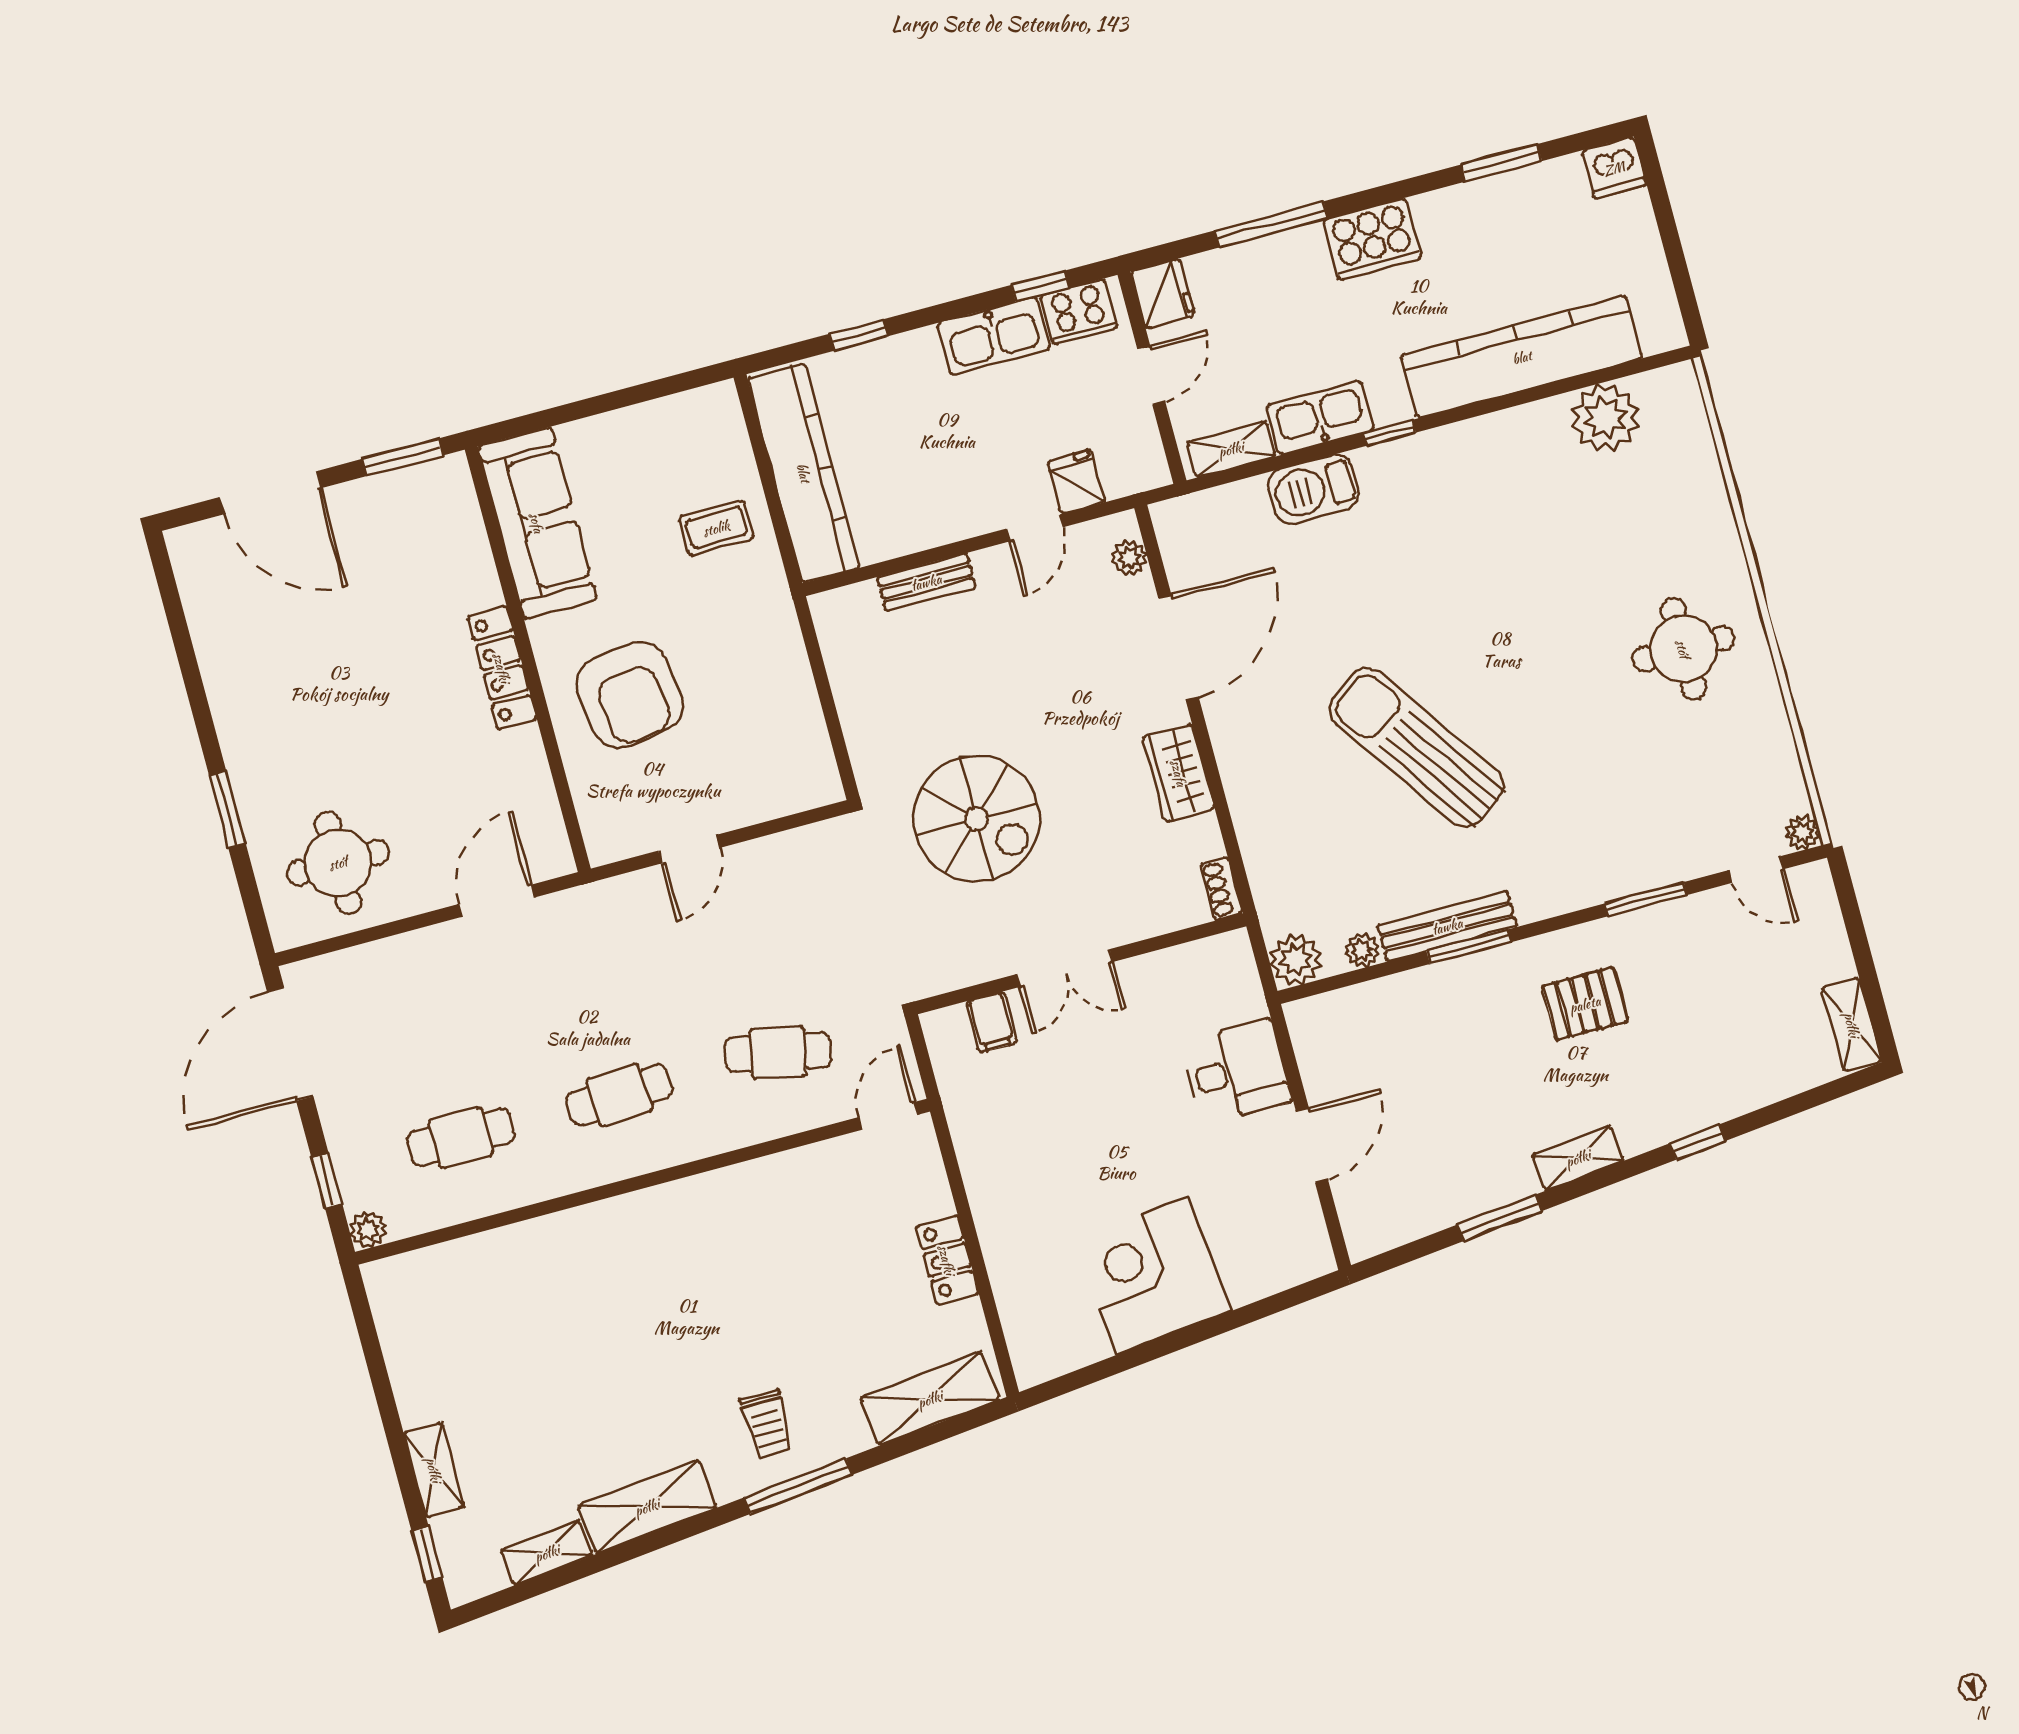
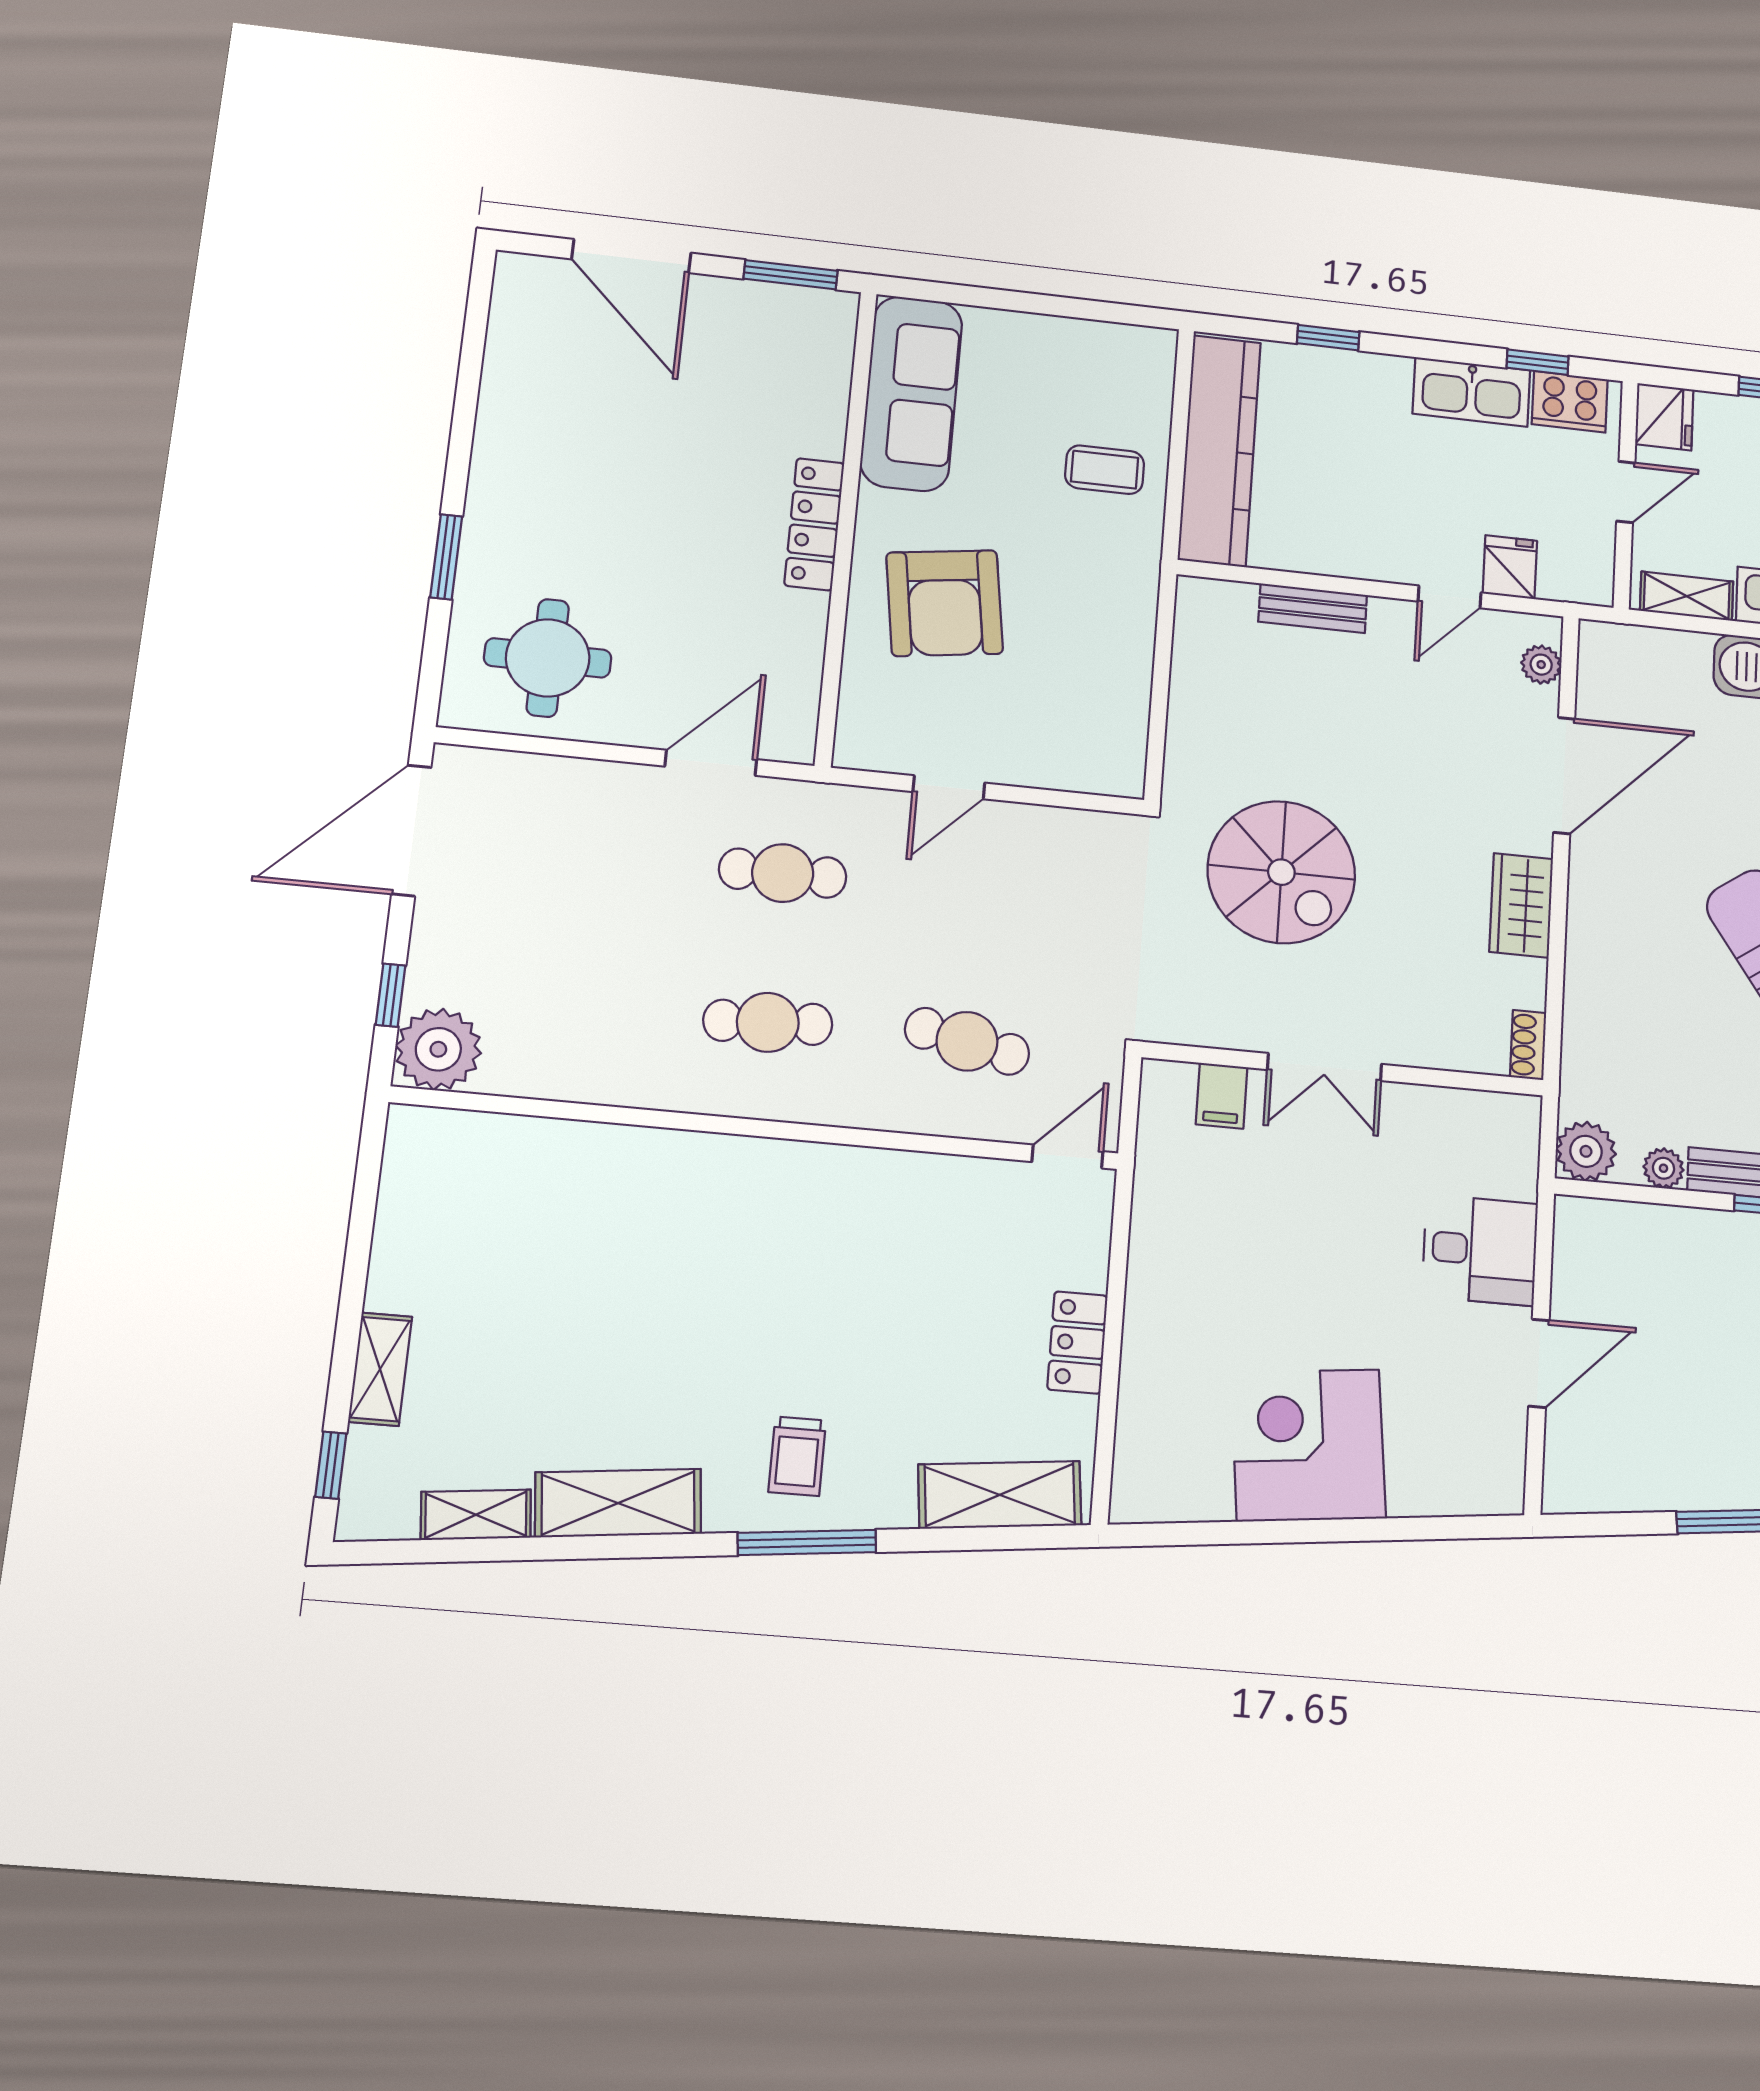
cafe table: (461, 1137) -> (783, 873), moved
plant: (368, 1229) -> (438, 1049), width x1.87, depth x1.87

